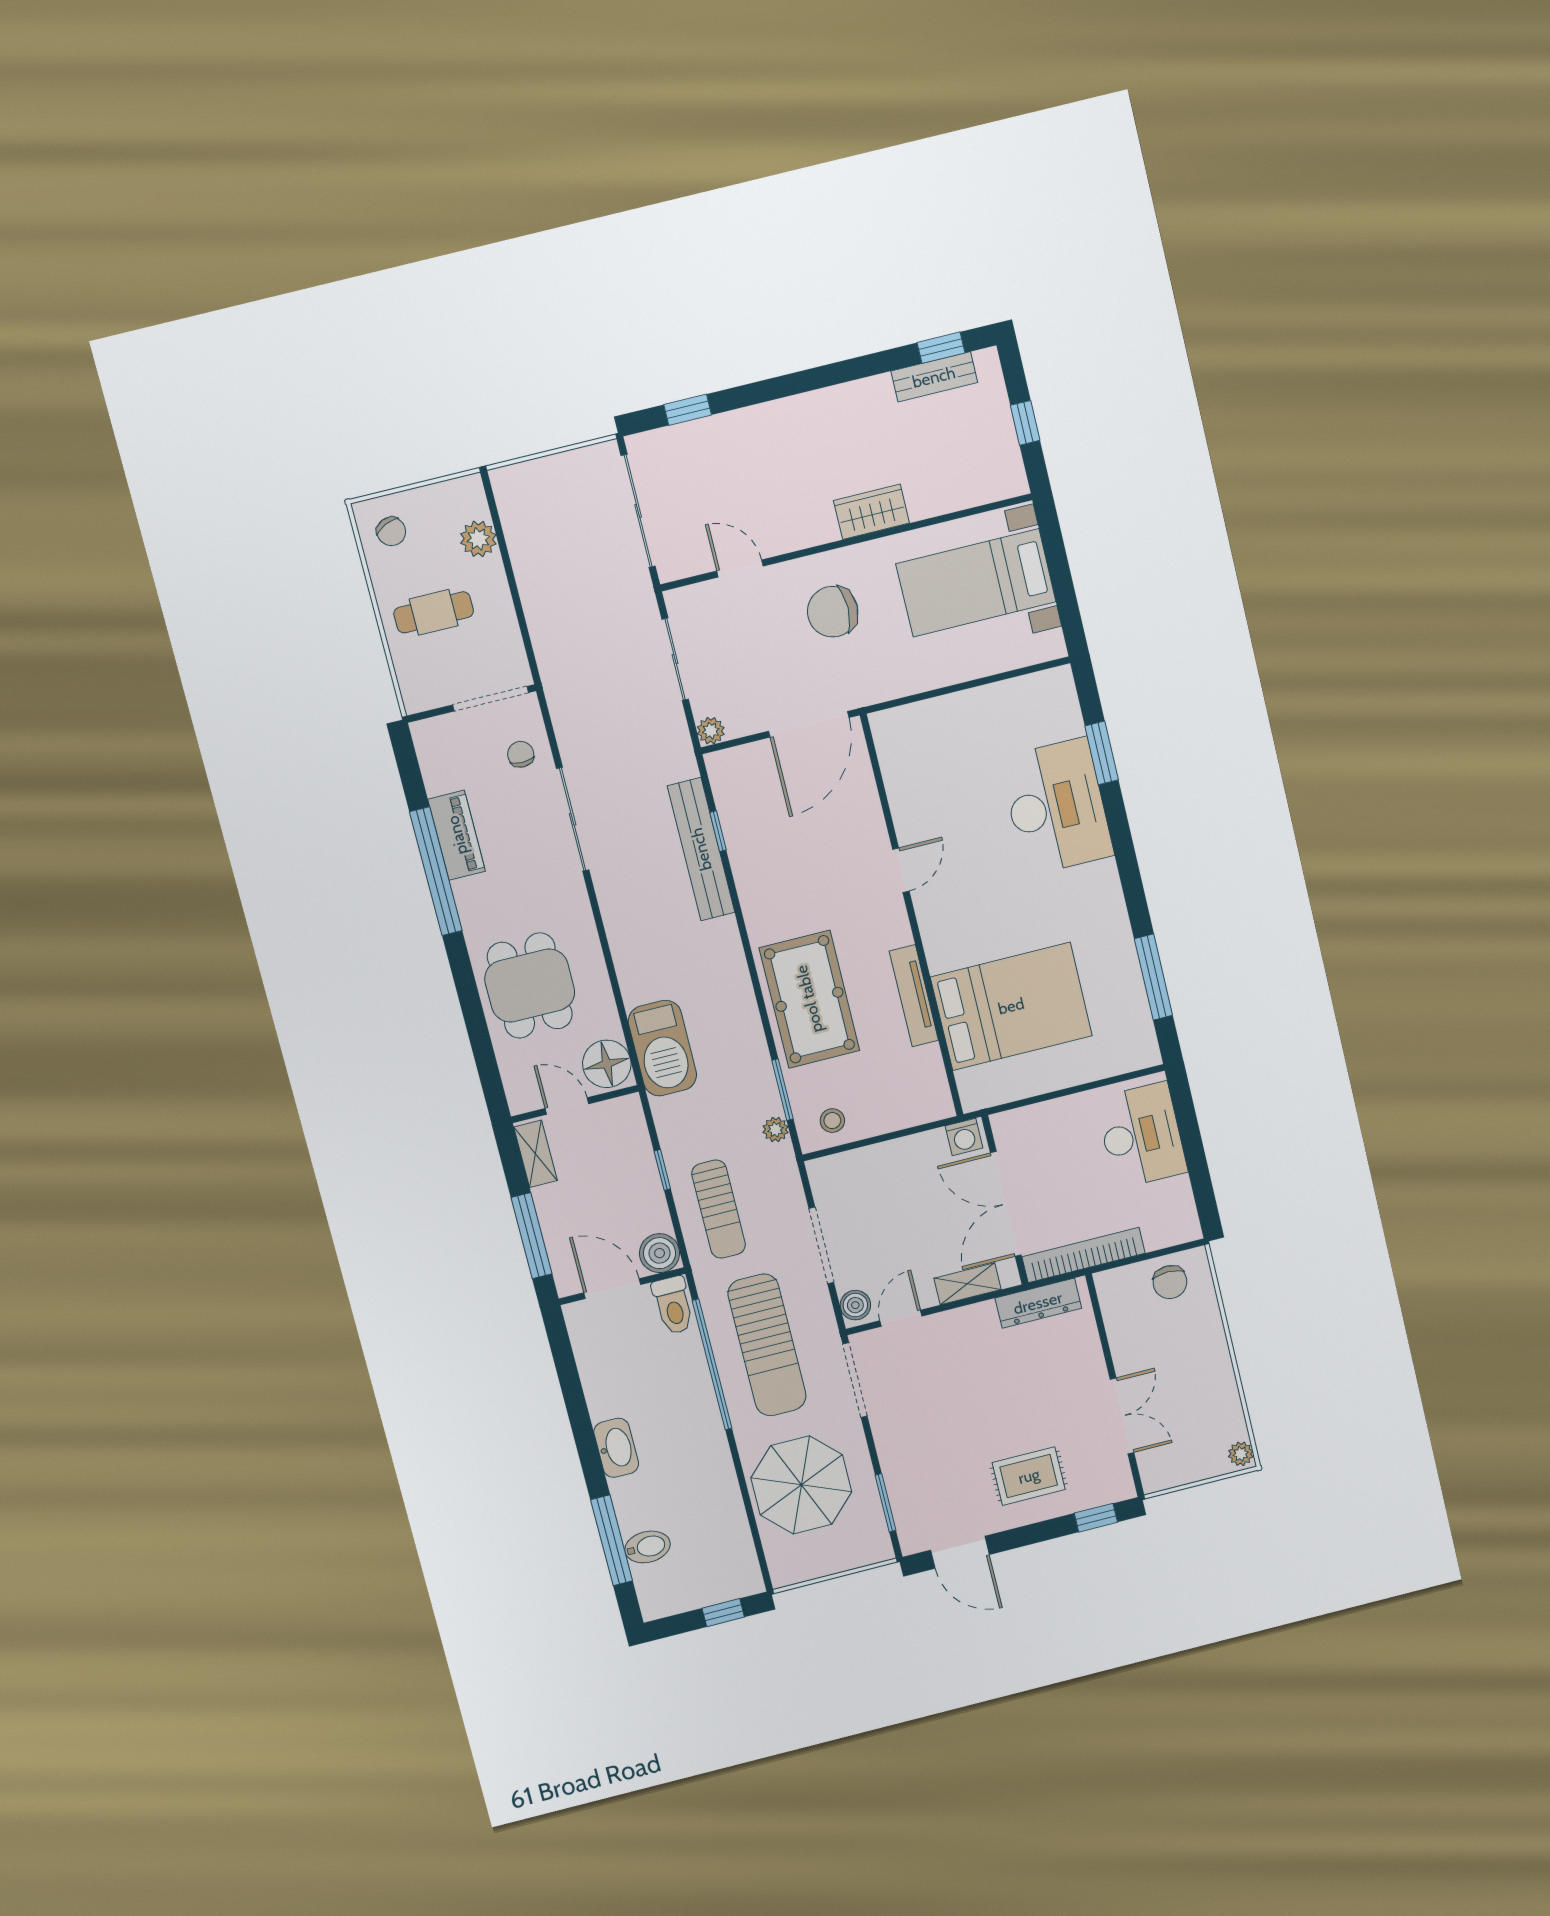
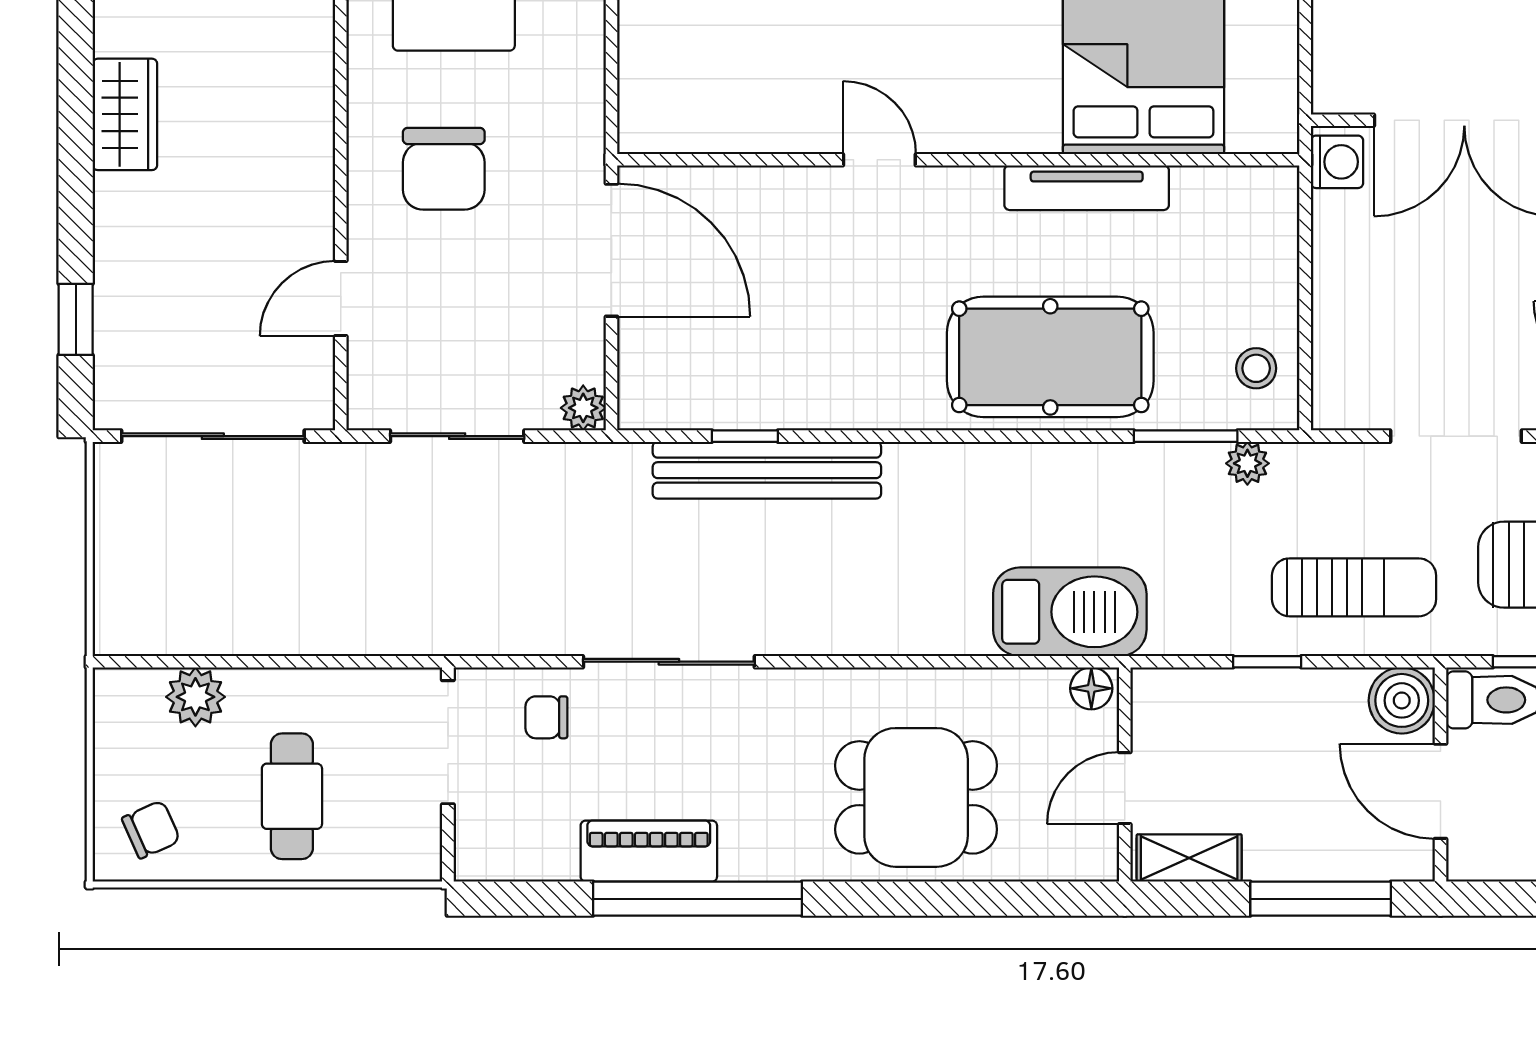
wardrobe: (872, 512) -> (125, 114), moved, turned 180
floor lamp: (607, 1064) -> (1091, 688), width x0.53, depth x0.53
door: (612, 1289) -> (1440, 791), hinge flipped

